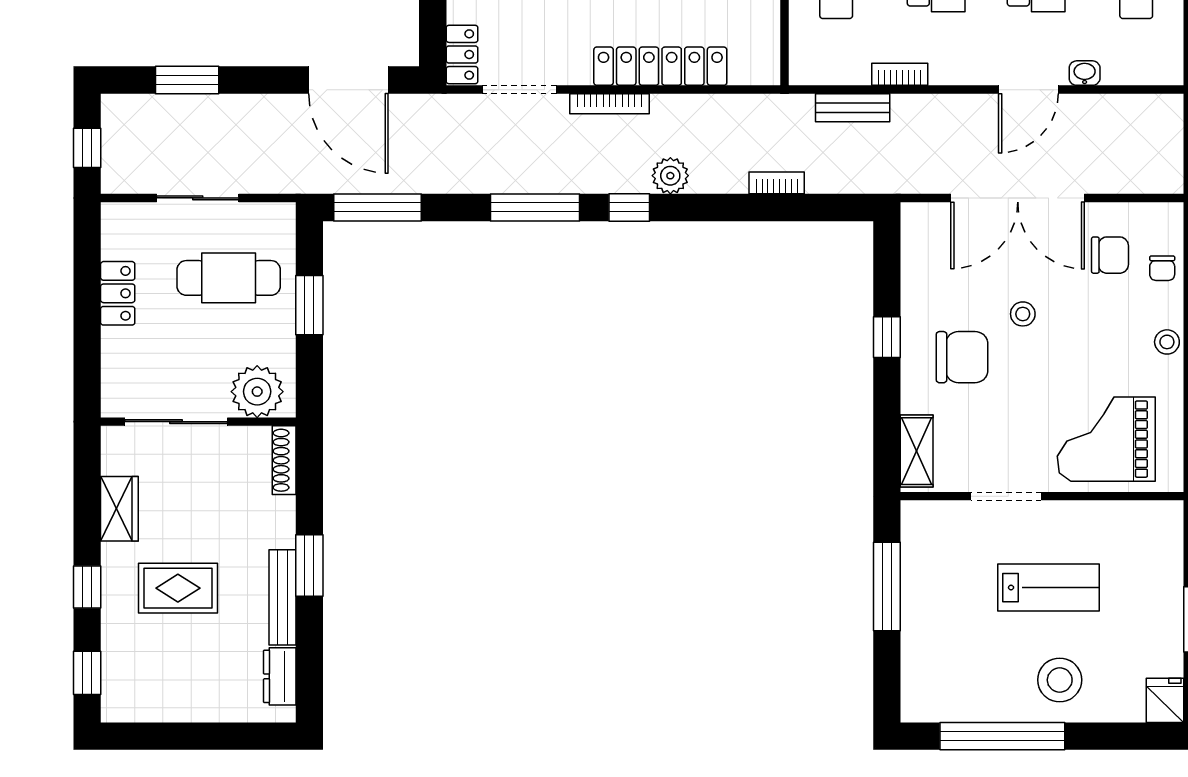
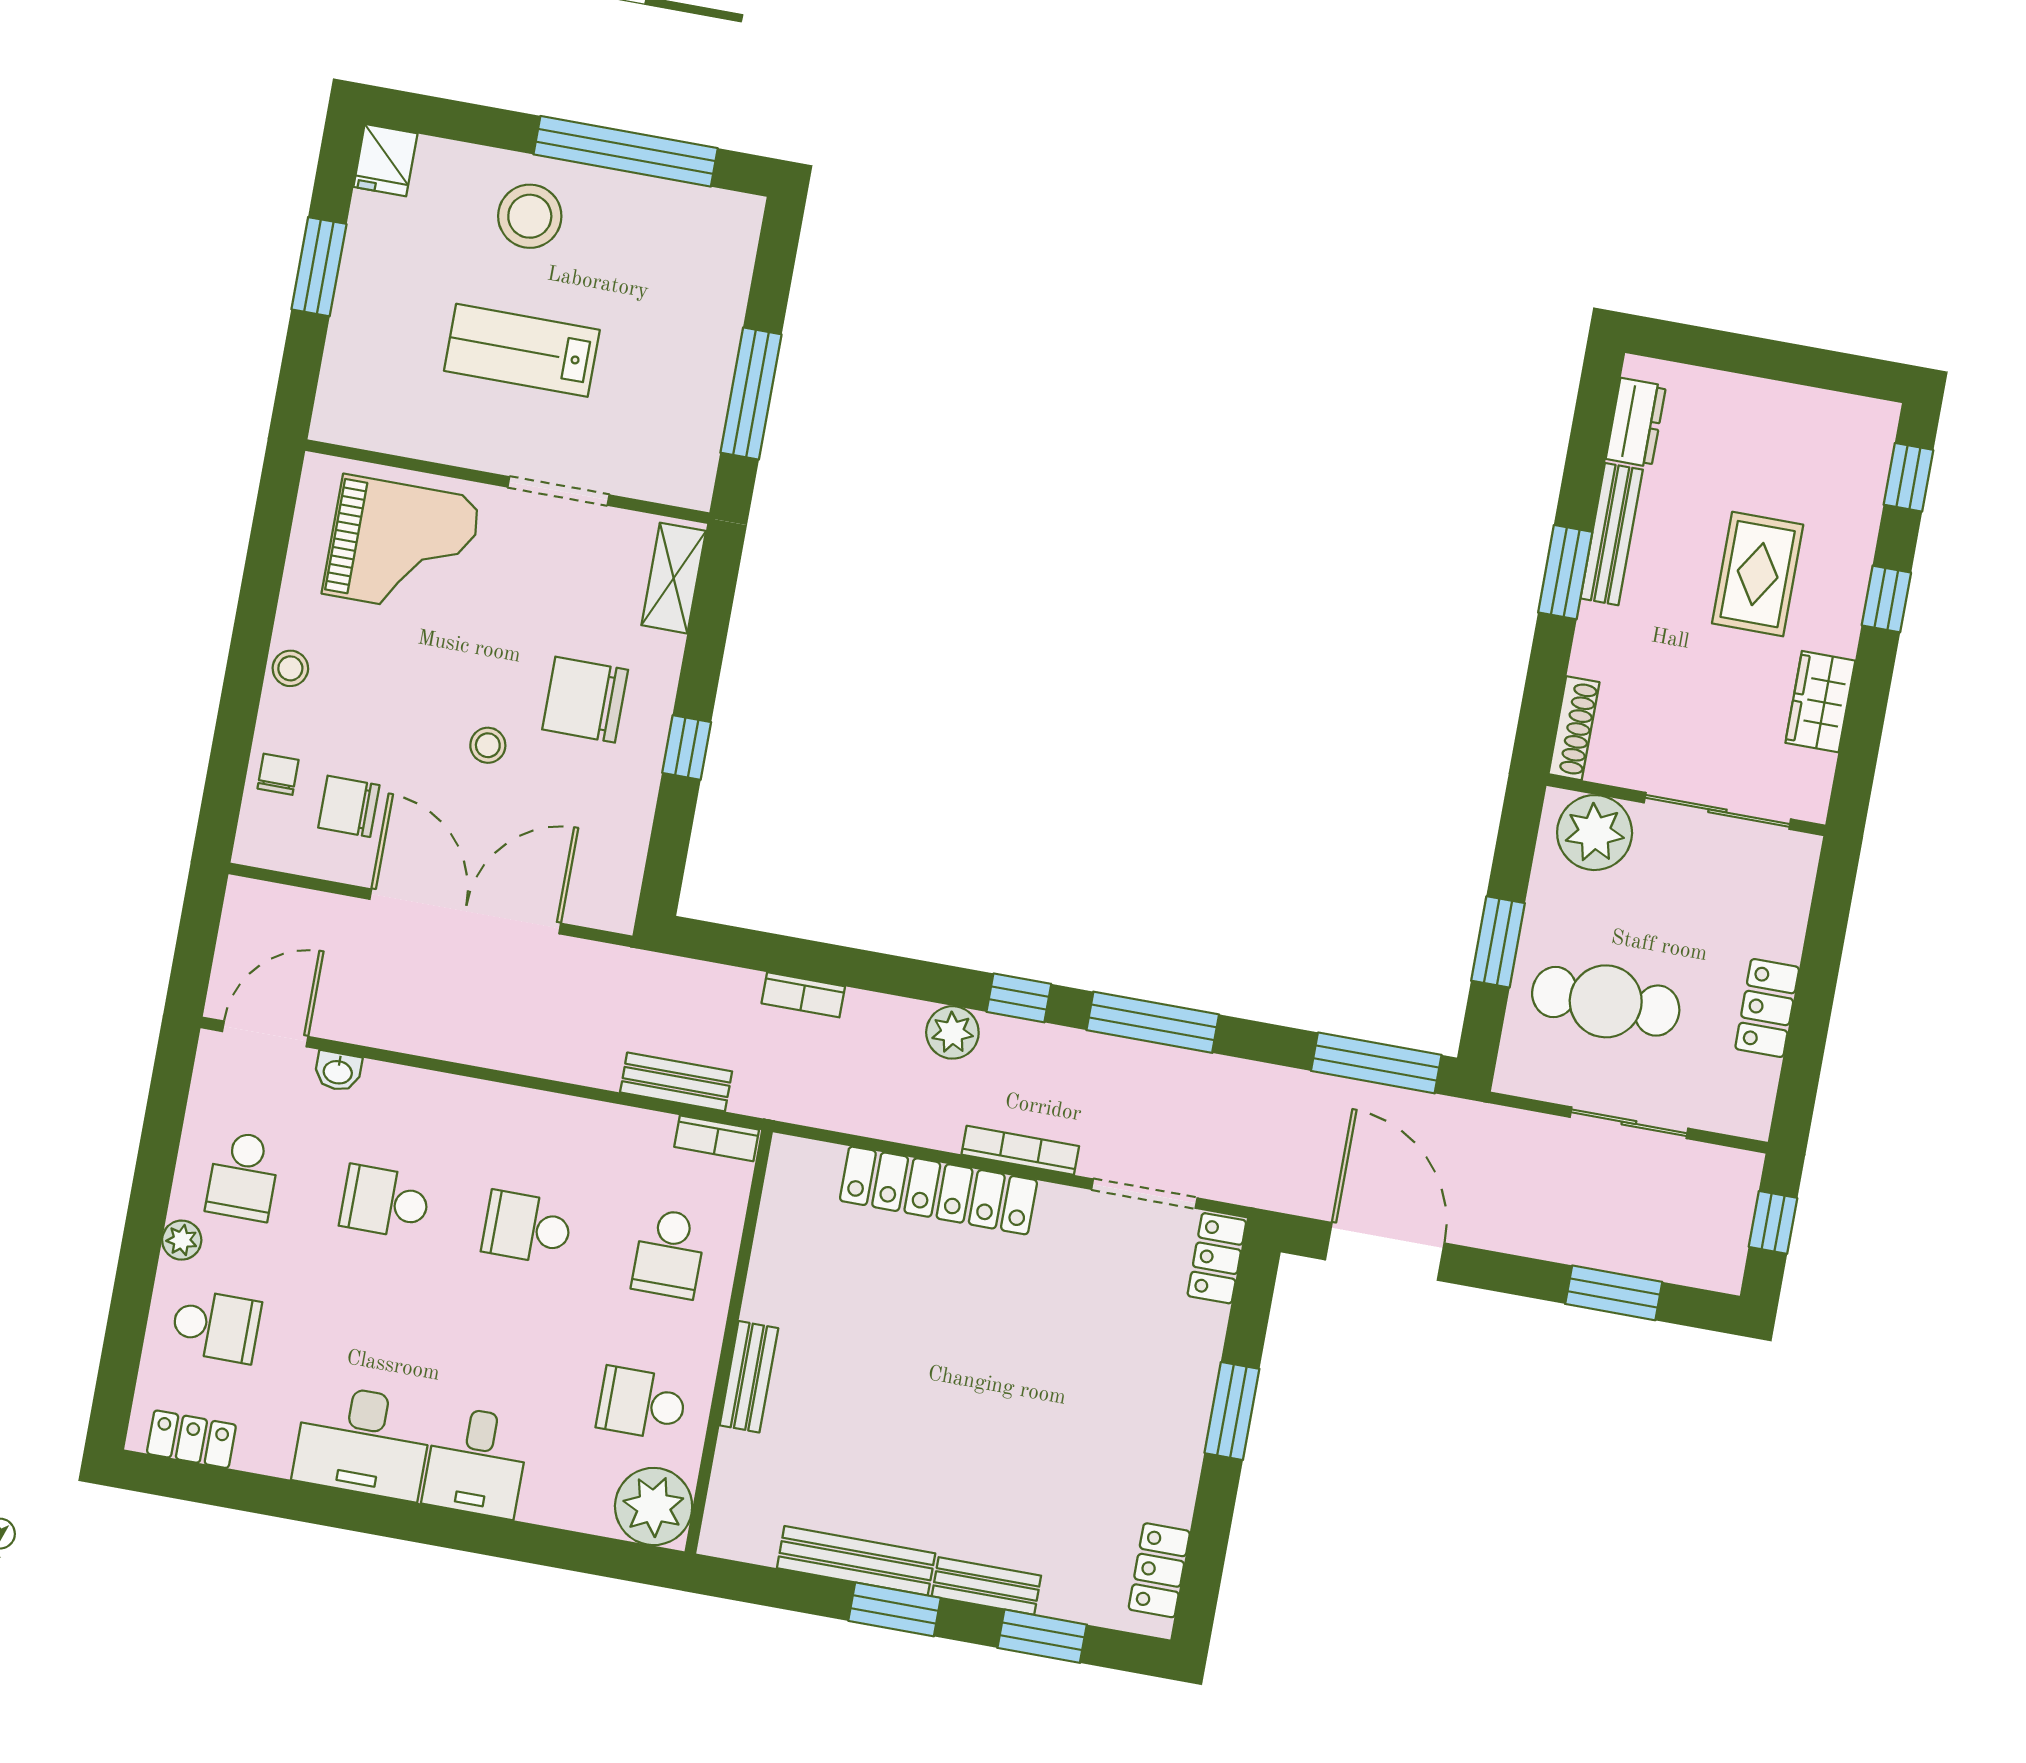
bookcase: (900, 74) -> (717, 1138), moved
door: (1028, 90) -> (265, 1034), moved
rug: (178, 588) -> (1758, 574), turned 90

